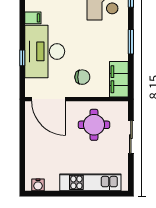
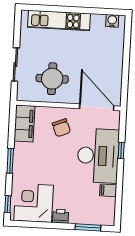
chair: (82, 77) -> (61, 128), turned -112

